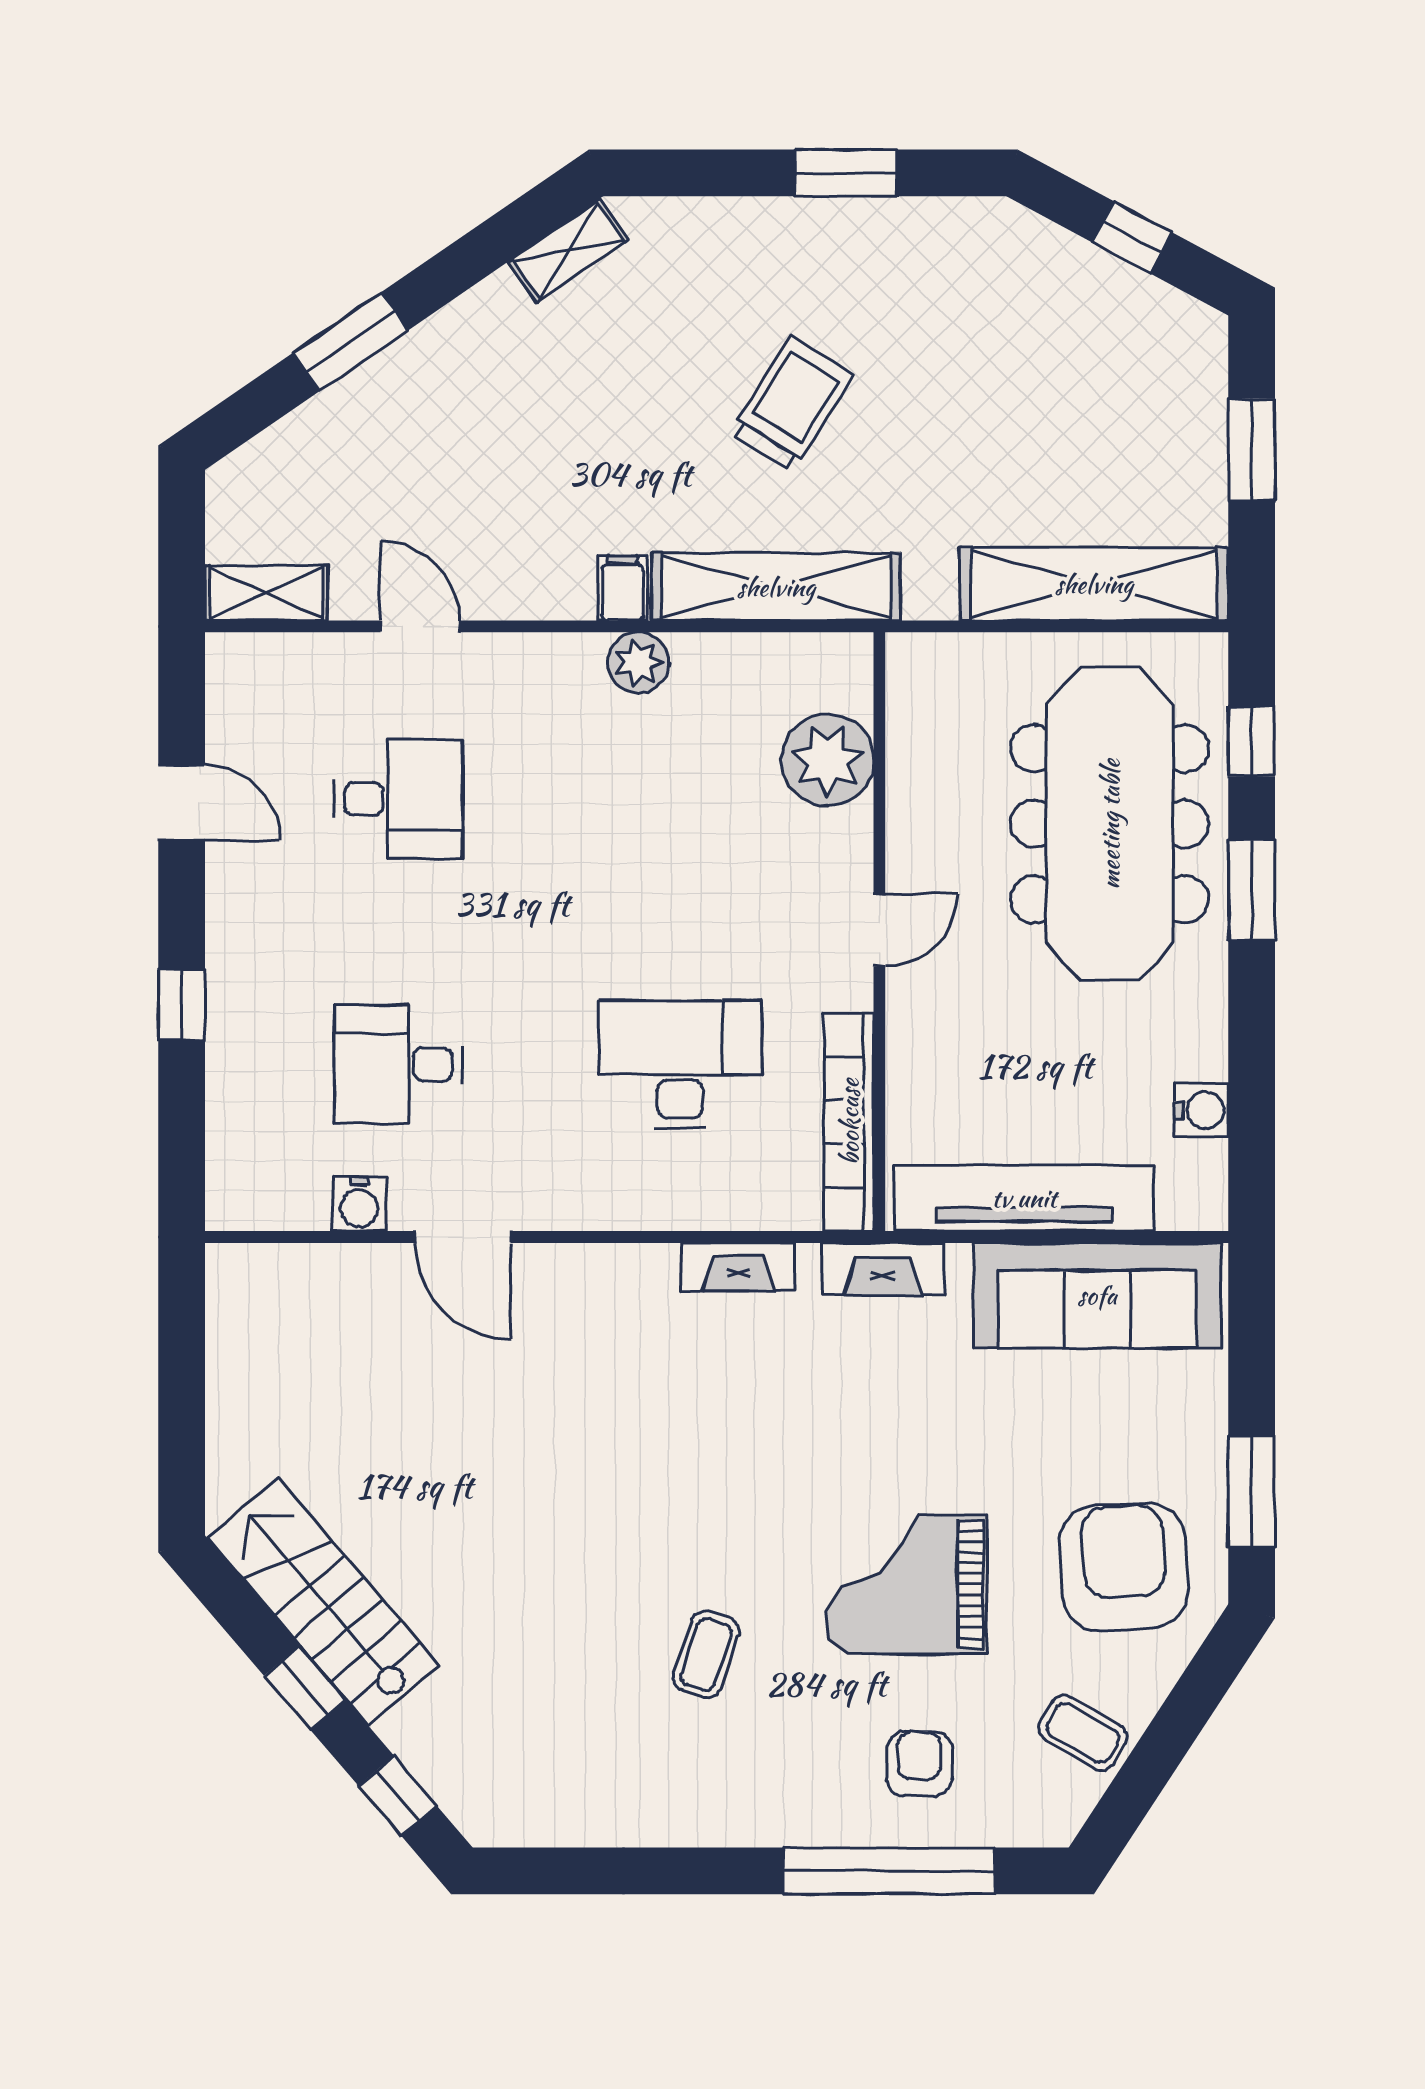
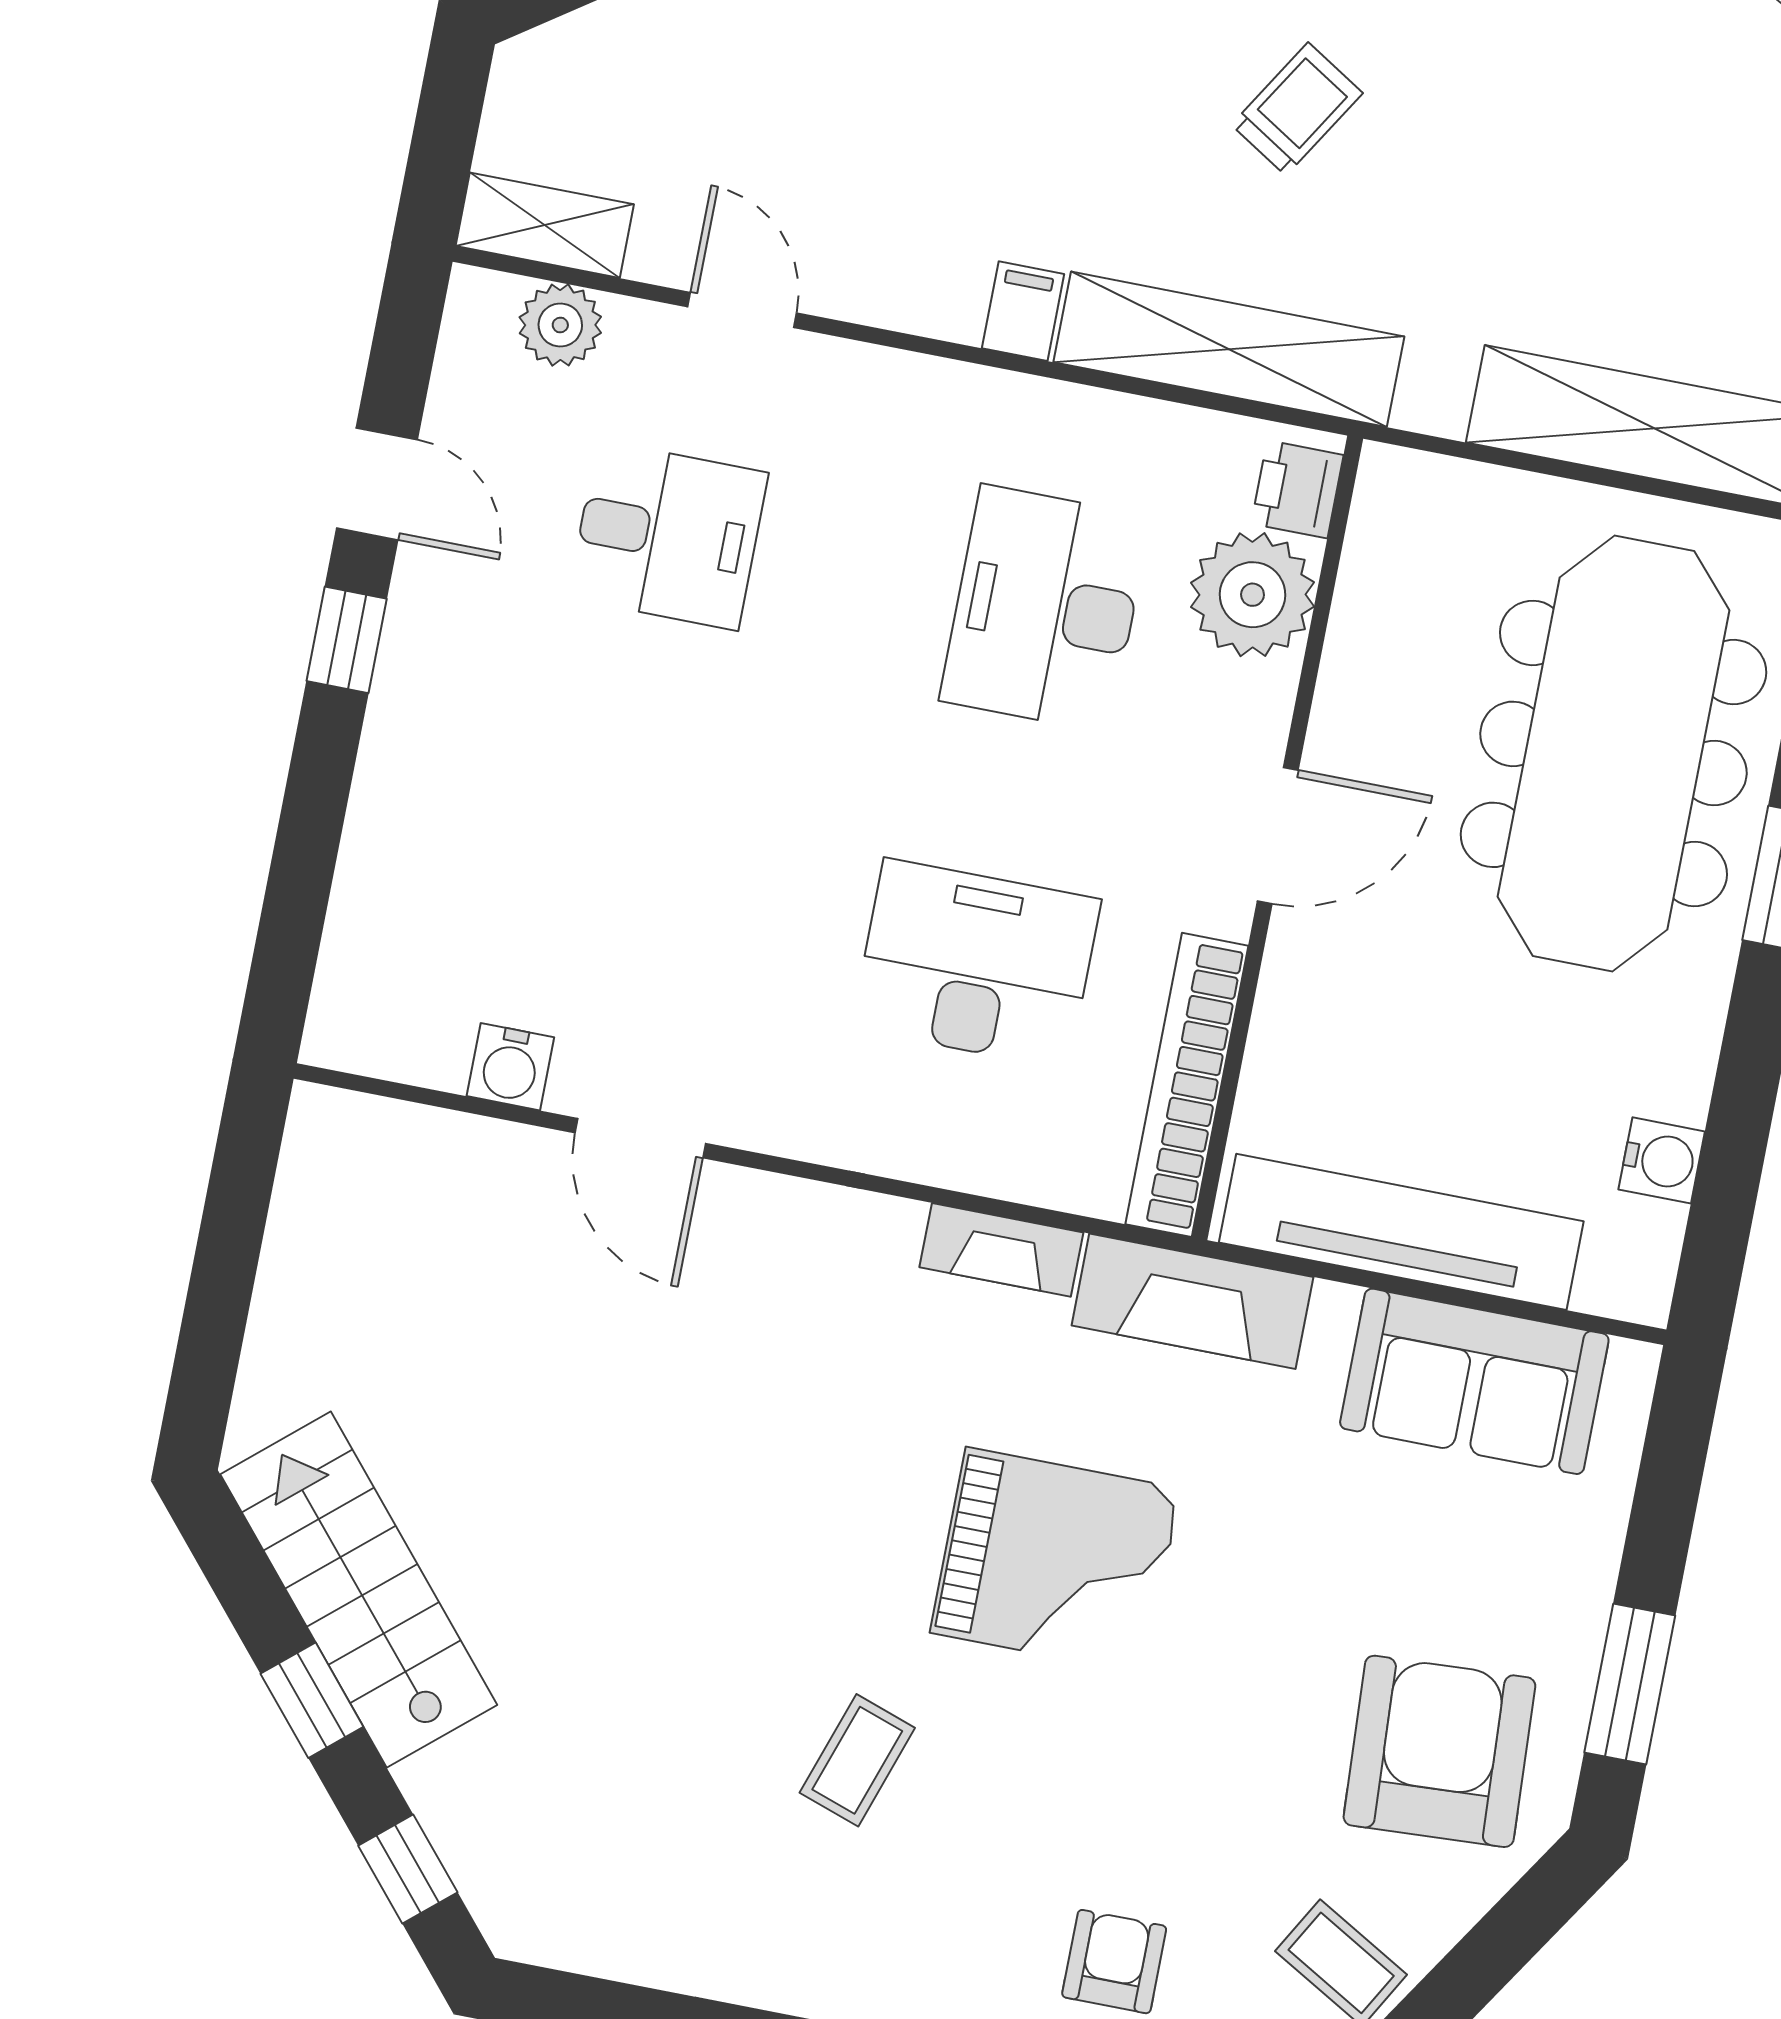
trolley: (792, 404) -> (1297, 109), width x0.73, depth x0.72
plant: (638, 663) -> (560, 325), moved
printer: (845, 678) -> (1297, 489), added
door: (879, 930) -> (1278, 836), width x1.38
window: (182, 1005) -> (347, 640), moved
desk: (398, 1064) -> (1045, 609), moved, width x1.37
fireplace: (883, 1269) -> (1192, 1301), width x1.37, depth x1.32
sofa: (1097, 1295) -> (1474, 1381), width x0.73
grand piano: (906, 1584) -> (1056, 1561), moved, turned 180

